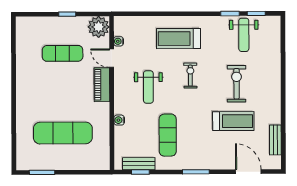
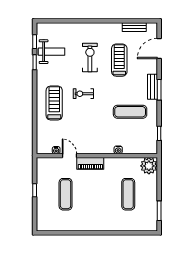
plant: (99, 27) -> (149, 166), moved
treadmill: (178, 39) -> (54, 103), turned 180
door: (112, 58) -> (69, 156), swing flipped
exercise bike: (237, 84) -> (90, 57), turned 90
weight bench: (148, 87) -> (92, 127), removed
exercise mat: (63, 133) -> (128, 194), width x0.73, depth x0.69
bench: (139, 164) -> (152, 87), moved

